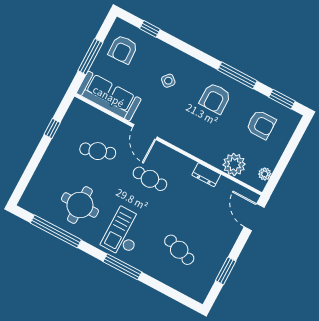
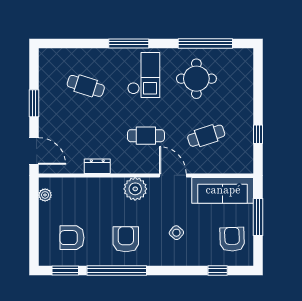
window: (237, 75) -> (117, 270), width x1.46
plant: (234, 164) -> (135, 189), moved
window: (226, 271) -> (34, 103), moved

